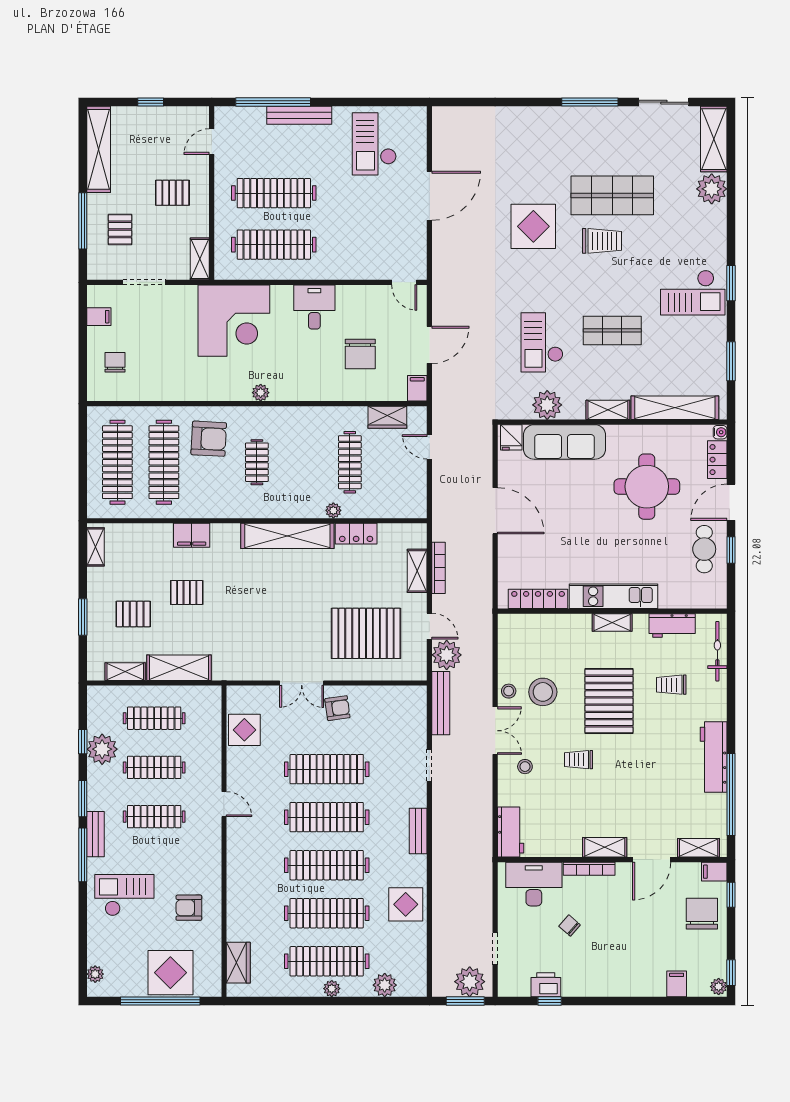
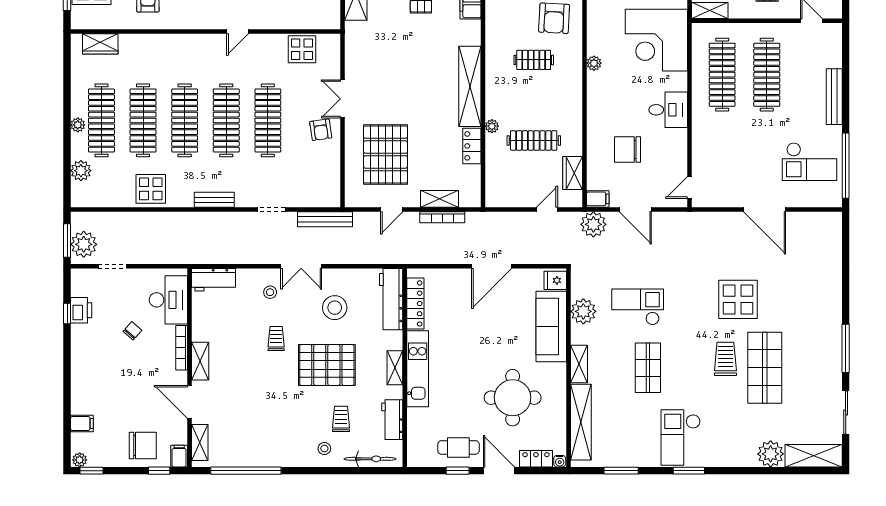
window: (273, 102) -> (846, 166), moved
checkout: (374, 144) -> (809, 162), turned 180
trolley: (602, 241) -> (725, 359), turned 180
plant: (447, 655) -> (593, 224), moved
stool: (509, 691) -> (324, 449), moved
workbench: (714, 757) -> (391, 299), moved, turned -90

